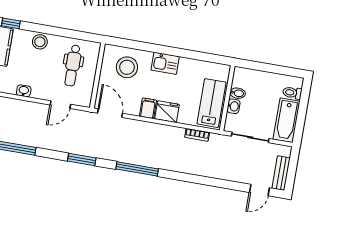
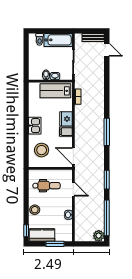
door: (110, 113) -> (73, 156), hinge flipped
window: (82, 159) -> (107, 180), moved

